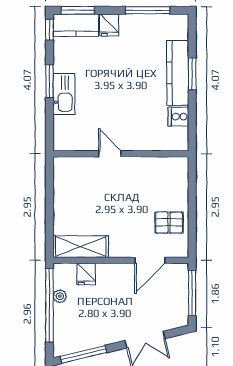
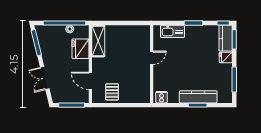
kitchen sink: (64, 94) -> (172, 31), moved
cooker: (178, 117) -> (162, 97), moved
fridge: (86, 274) -> (80, 49), width x1.88, depth x1.34

